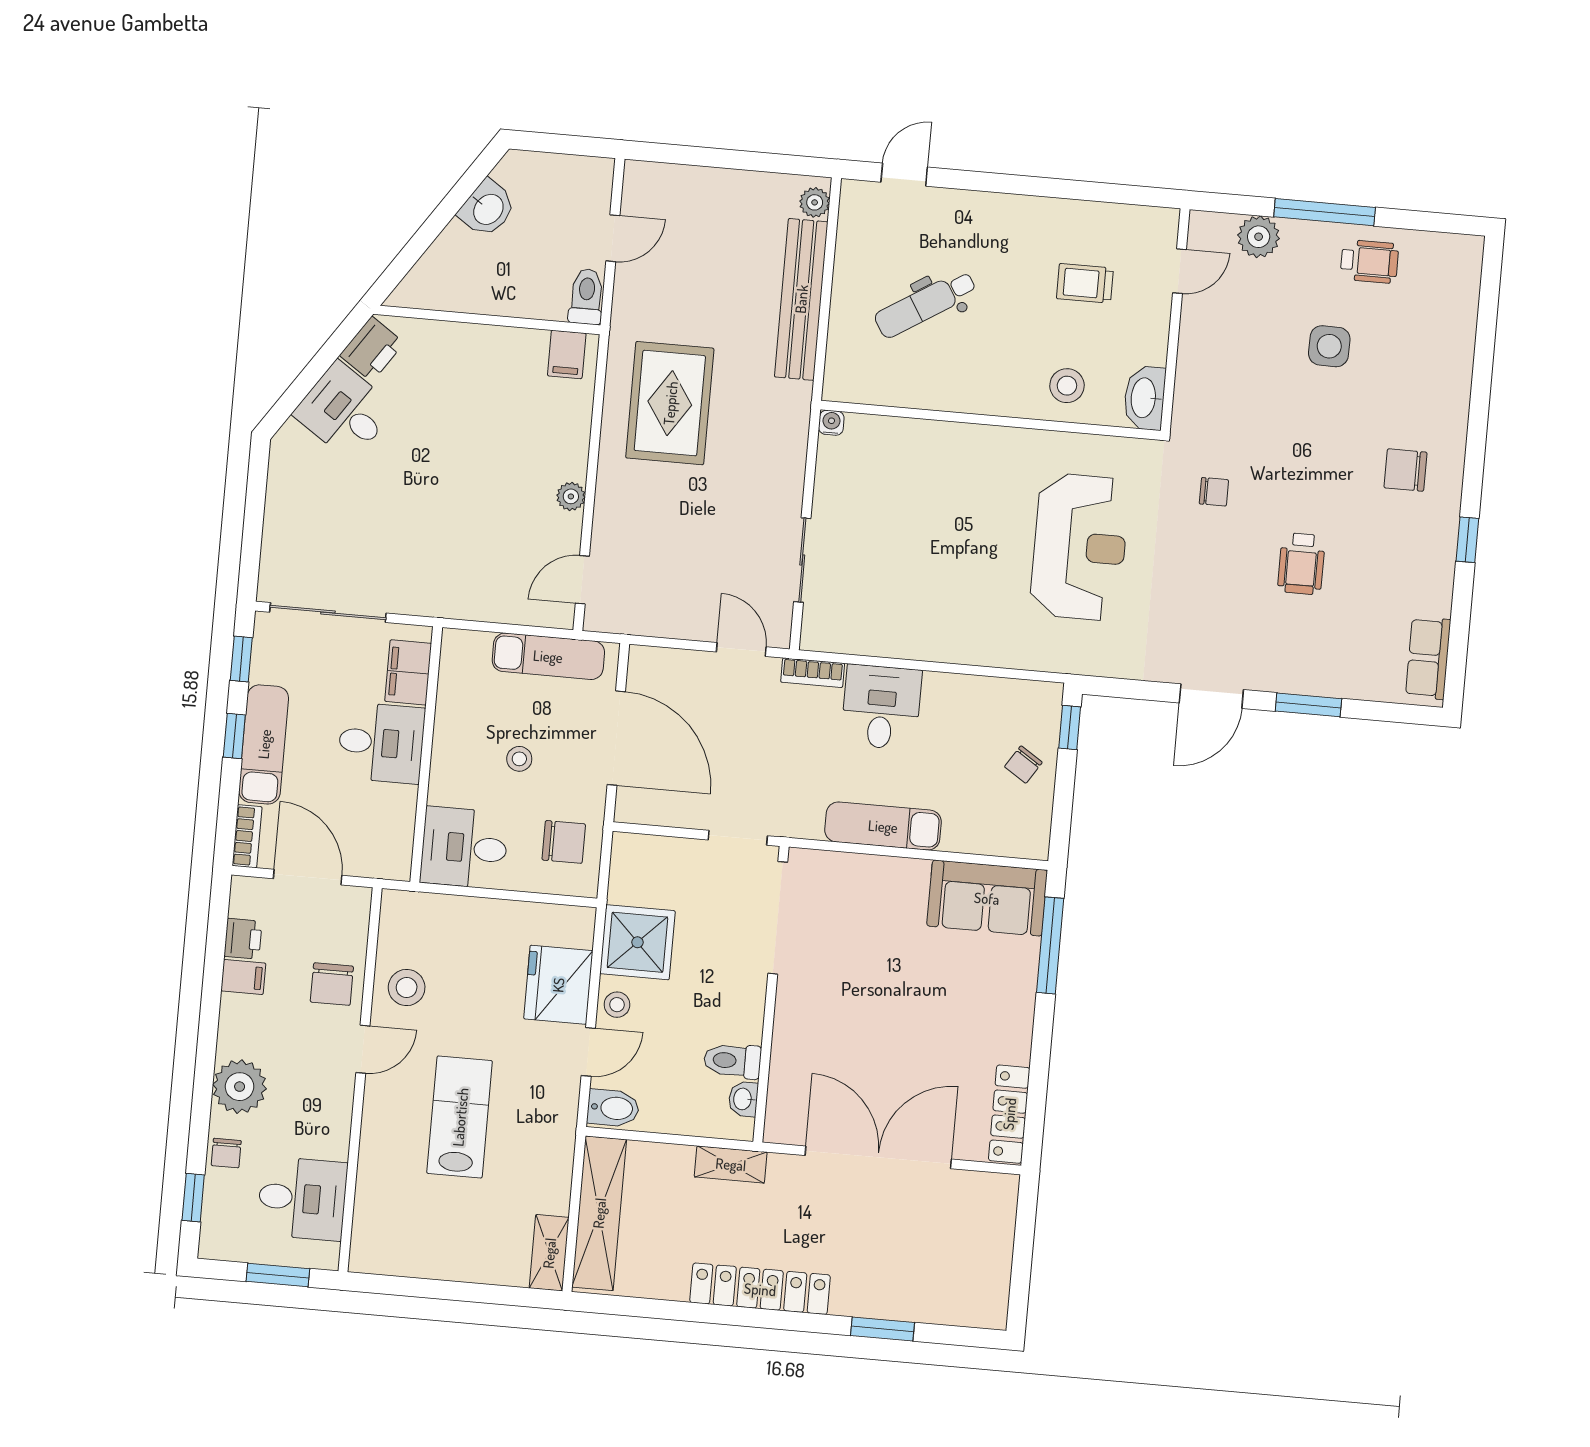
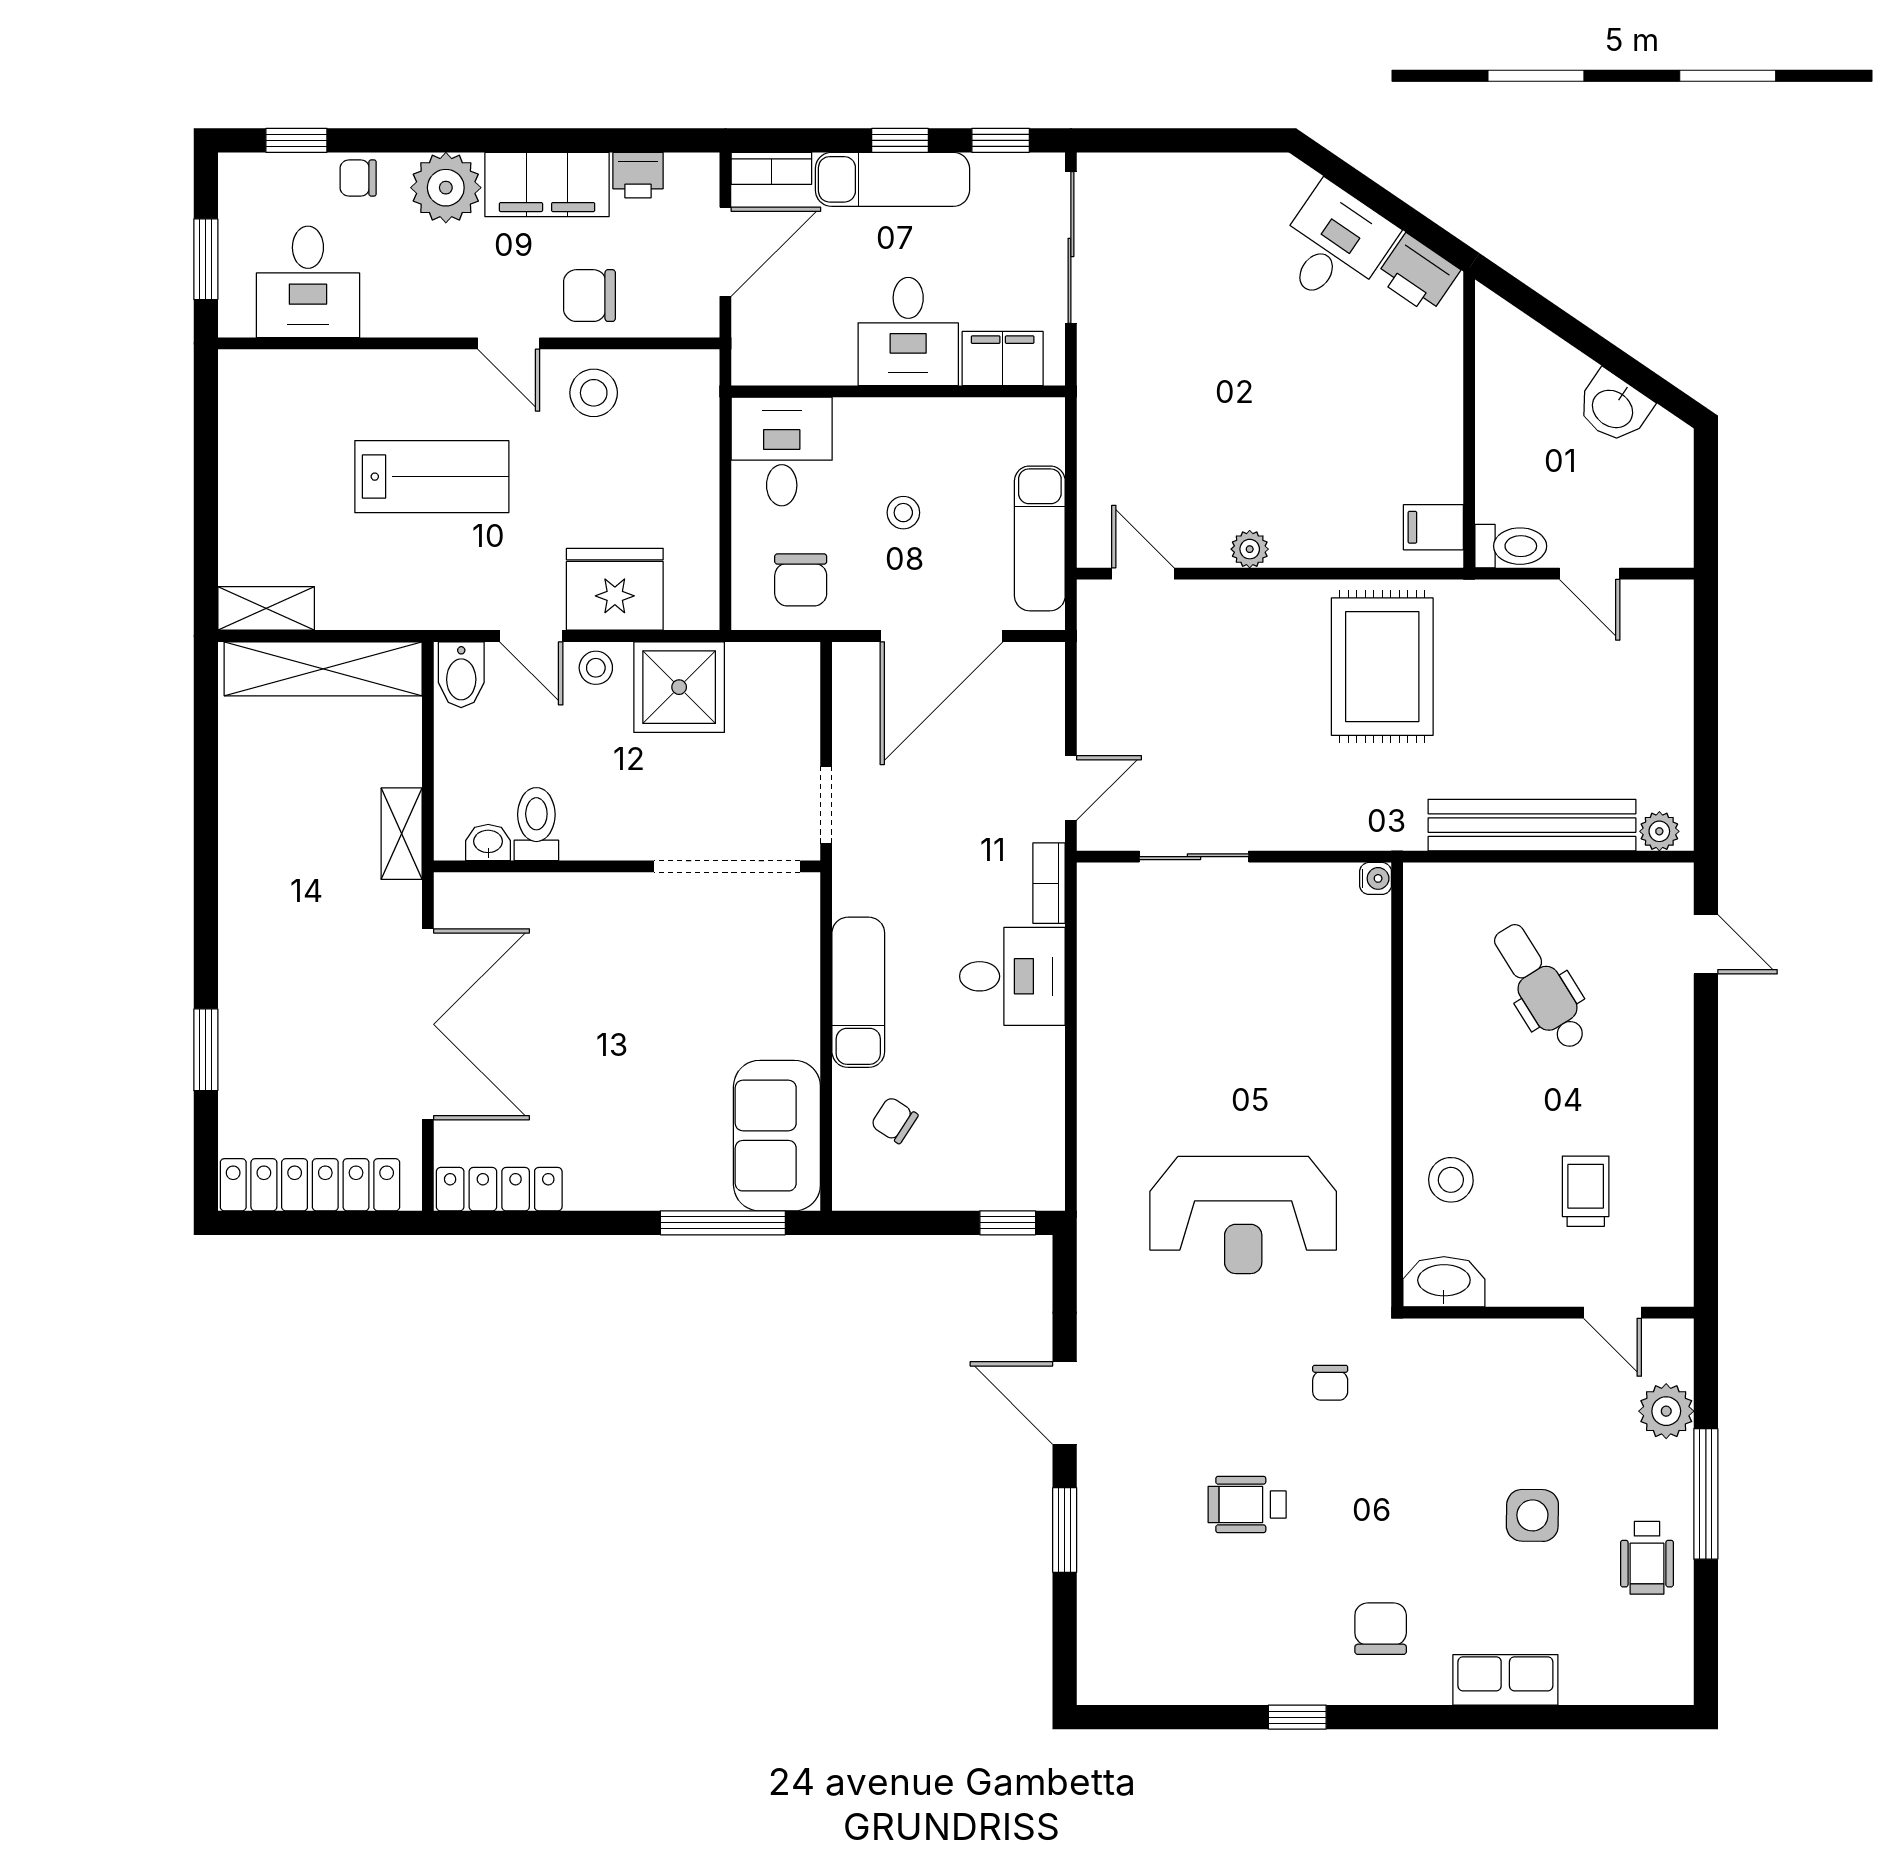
rug: (670, 403) -> (1382, 667), turned 90
row of seats: (1428, 658) -> (1505, 1680), moved
chair: (1023, 765) -> (894, 1120), moved
filing cabinet: (243, 977) -> (547, 185), width x3.00, depth x1.17
locker: (760, 1289) -> (310, 1185), moved, turned -90

